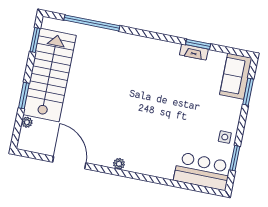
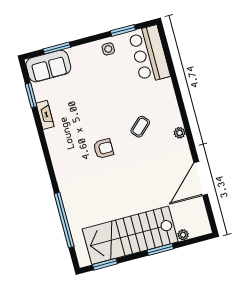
window: (198, 44) -> (31, 95), moved
armchair: (138, 89) -> (103, 149), added
coffee table: (142, 132) -> (140, 127), added

